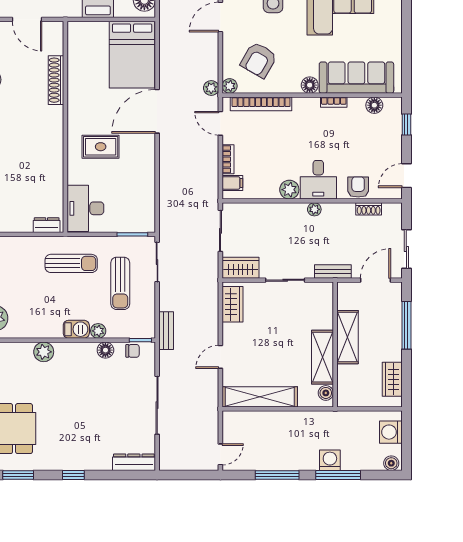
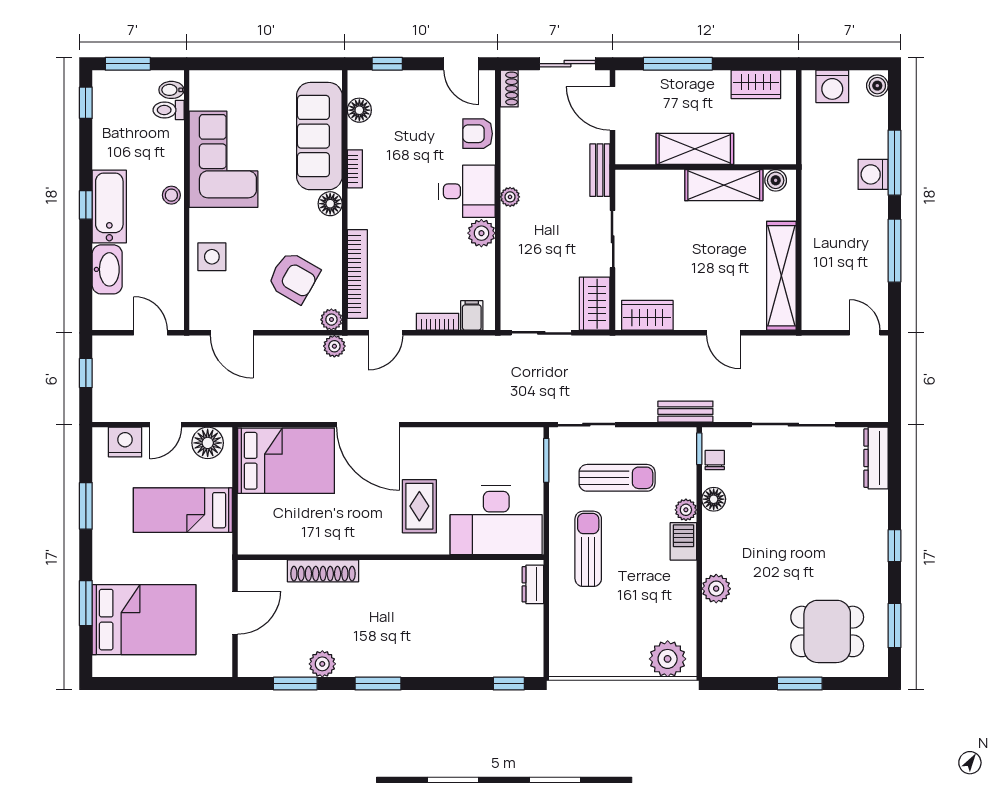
desk: (85, 208) -> (496, 520), width x1.36, depth x1.30
shoe rack: (369, 209) -> (509, 88), moved

